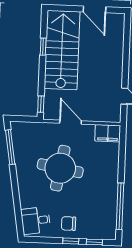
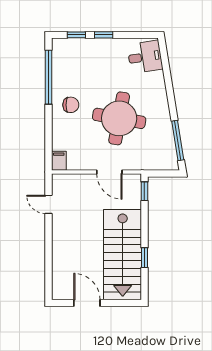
filing cabinet: (108, 133) -> (59, 161), width x0.50
chair: (69, 223) -> (71, 105), moved

